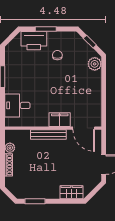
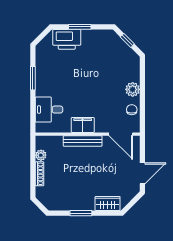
chair: (57, 55) -> (132, 110), moved
plant: (95, 64) -> (133, 89), moved
filing cabinet: (60, 120) -> (83, 125), moved
window: (35, 201) -> (81, 213), moved

